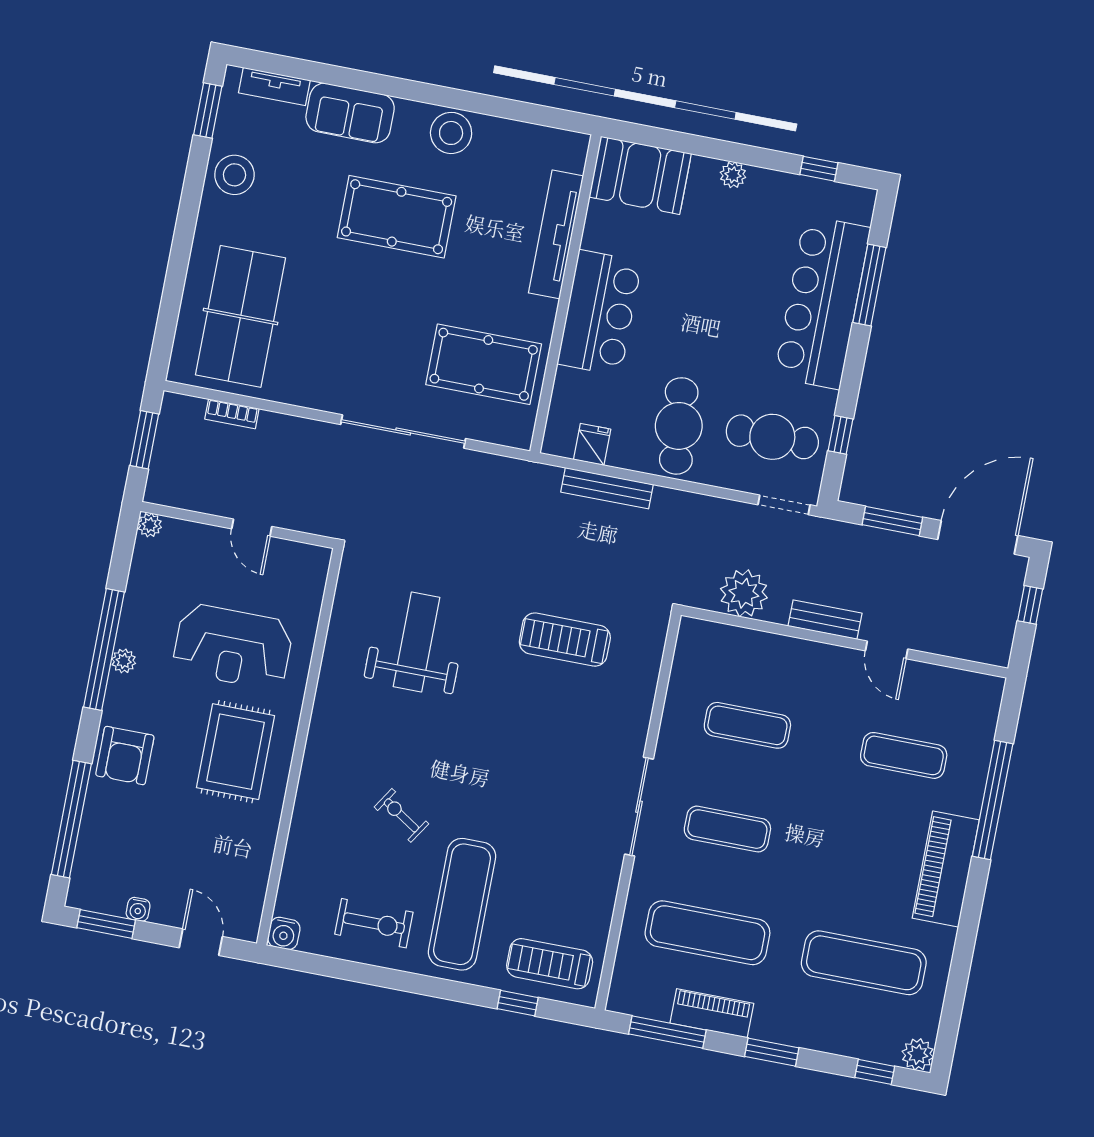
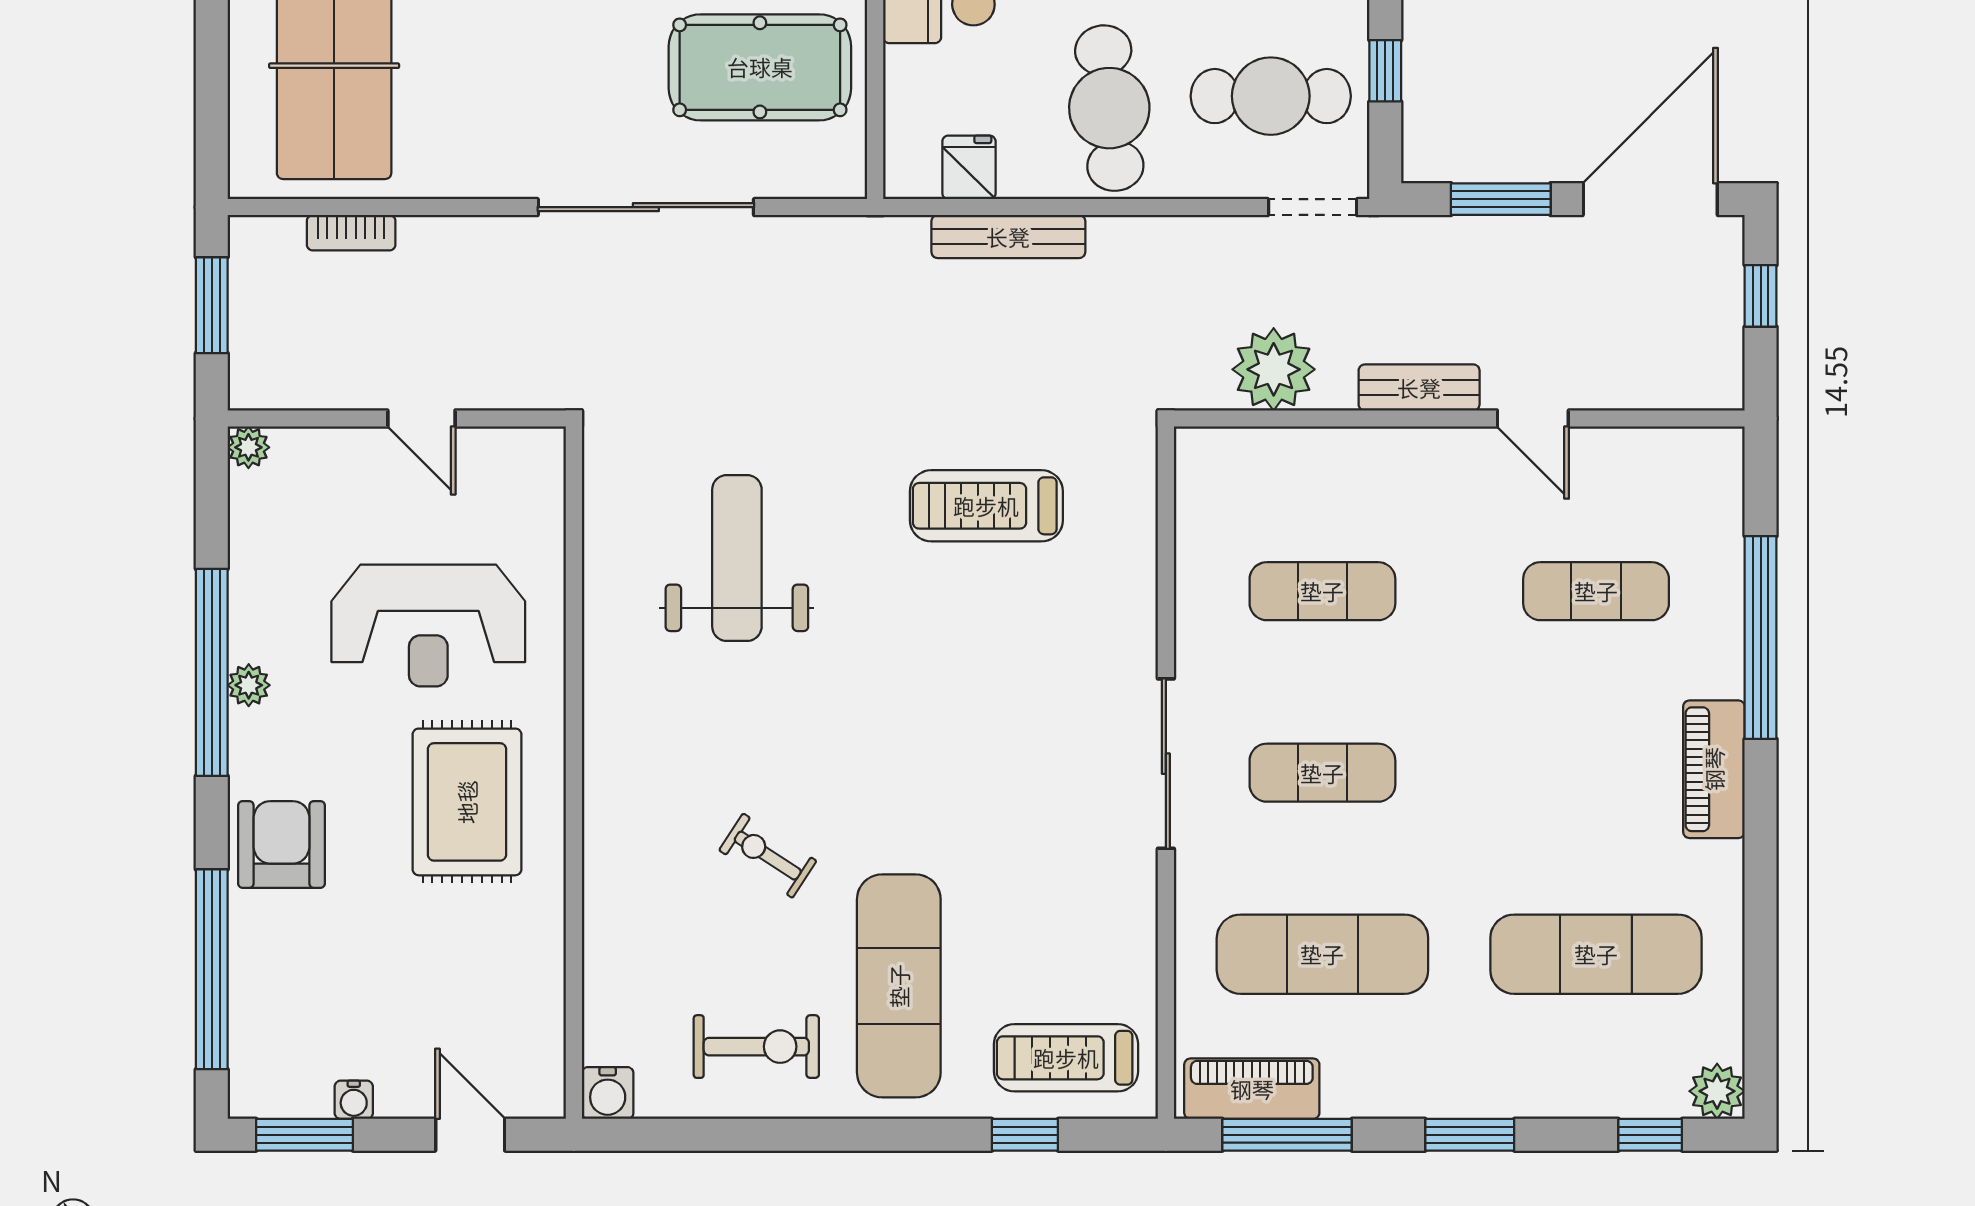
armchair: (125, 756) -> (281, 844), turned 180
piano: (946, 869) -> (1714, 769), width x0.73, depth x0.75
piano: (712, 1013) -> (1252, 1089), moved

